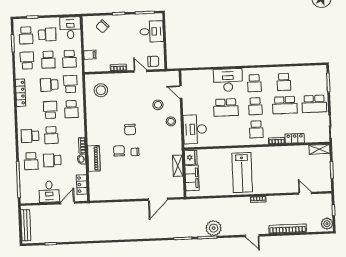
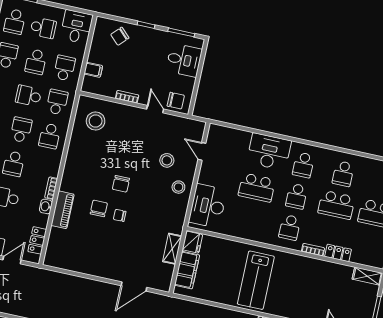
school desk: (69, 59) -> (64, 68), turned 180

